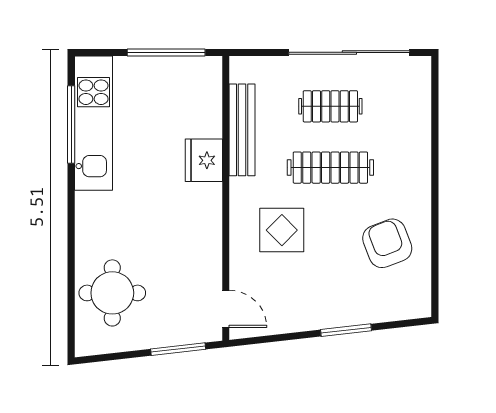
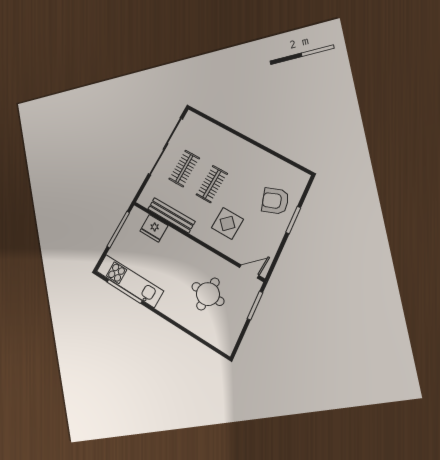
fridge: (204, 160) -> (154, 228), moved
clothes rail: (330, 168) -> (212, 184), width x0.73
armchair: (387, 243) -> (275, 201), moved
round table: (112, 293) -> (208, 294), moved

